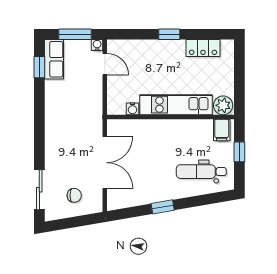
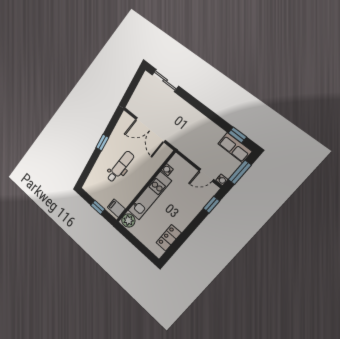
window: (169, 34) -> (211, 205), moved
dental chair: (201, 172) -> (120, 167), moved
chair: (74, 195) -> (146, 98), removed

